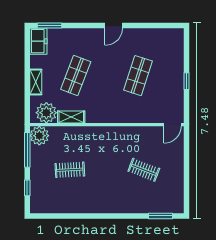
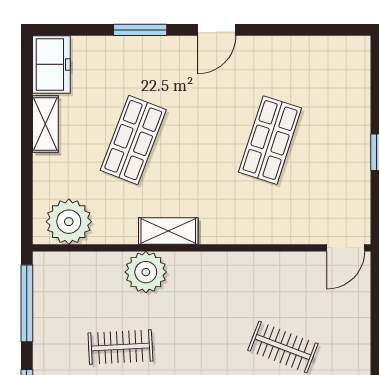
window: (50, 25) -> (140, 30), moved
shelving: (36, 82) -> (45, 124), moved
shelving: (71, 117) -> (168, 231), moved
plant: (39, 136) -> (146, 272), moved

